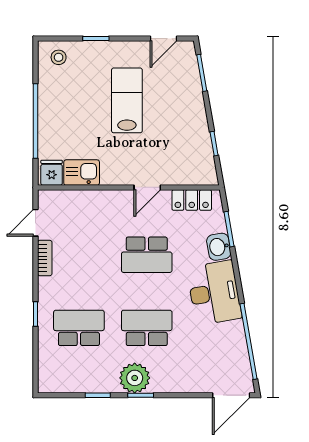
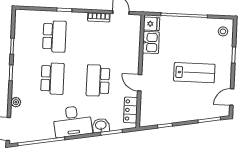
door: (163, 39) -> (232, 97), hinge flipped
plant: (135, 378) -> (16, 102), moved, width x0.53, depth x0.53

